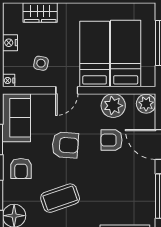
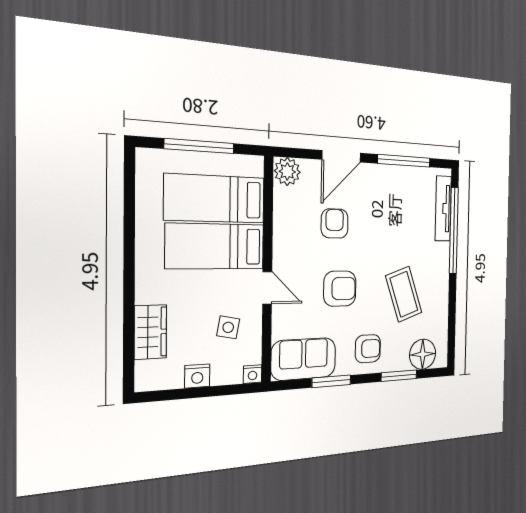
plant: (113, 106) -> (289, 220), removed
armchair: (111, 140) -> (335, 223), turned 180
armchair: (65, 145) -> (340, 289), turned 86

